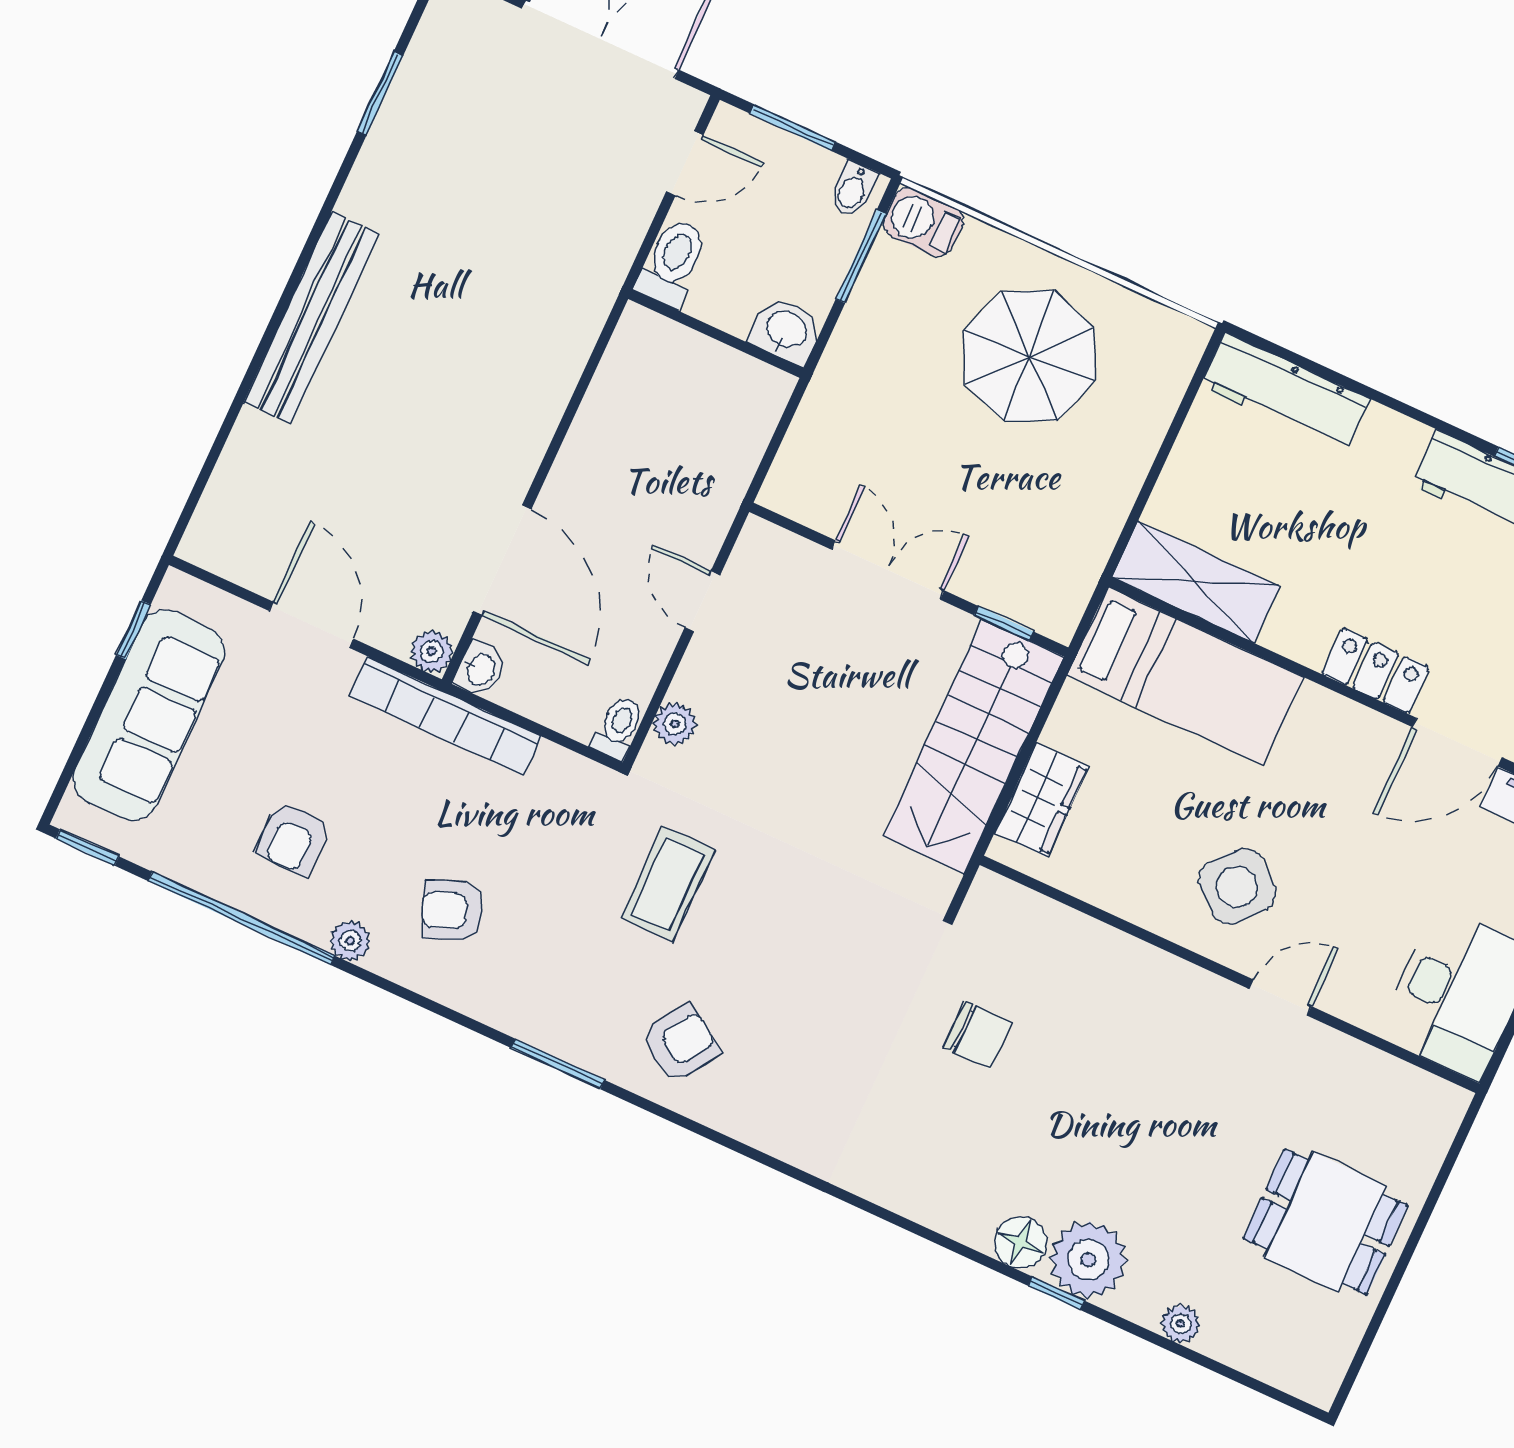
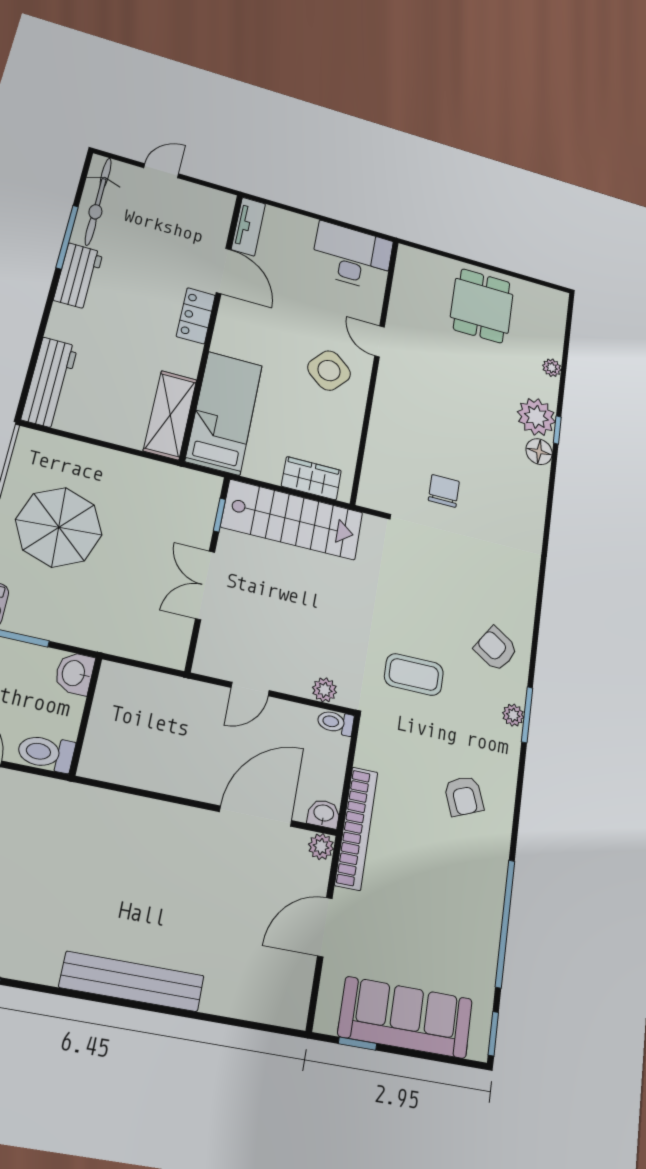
armchair: (293, 838) -> (452, 904), removed
plant: (350, 941) -> (513, 715), moved

